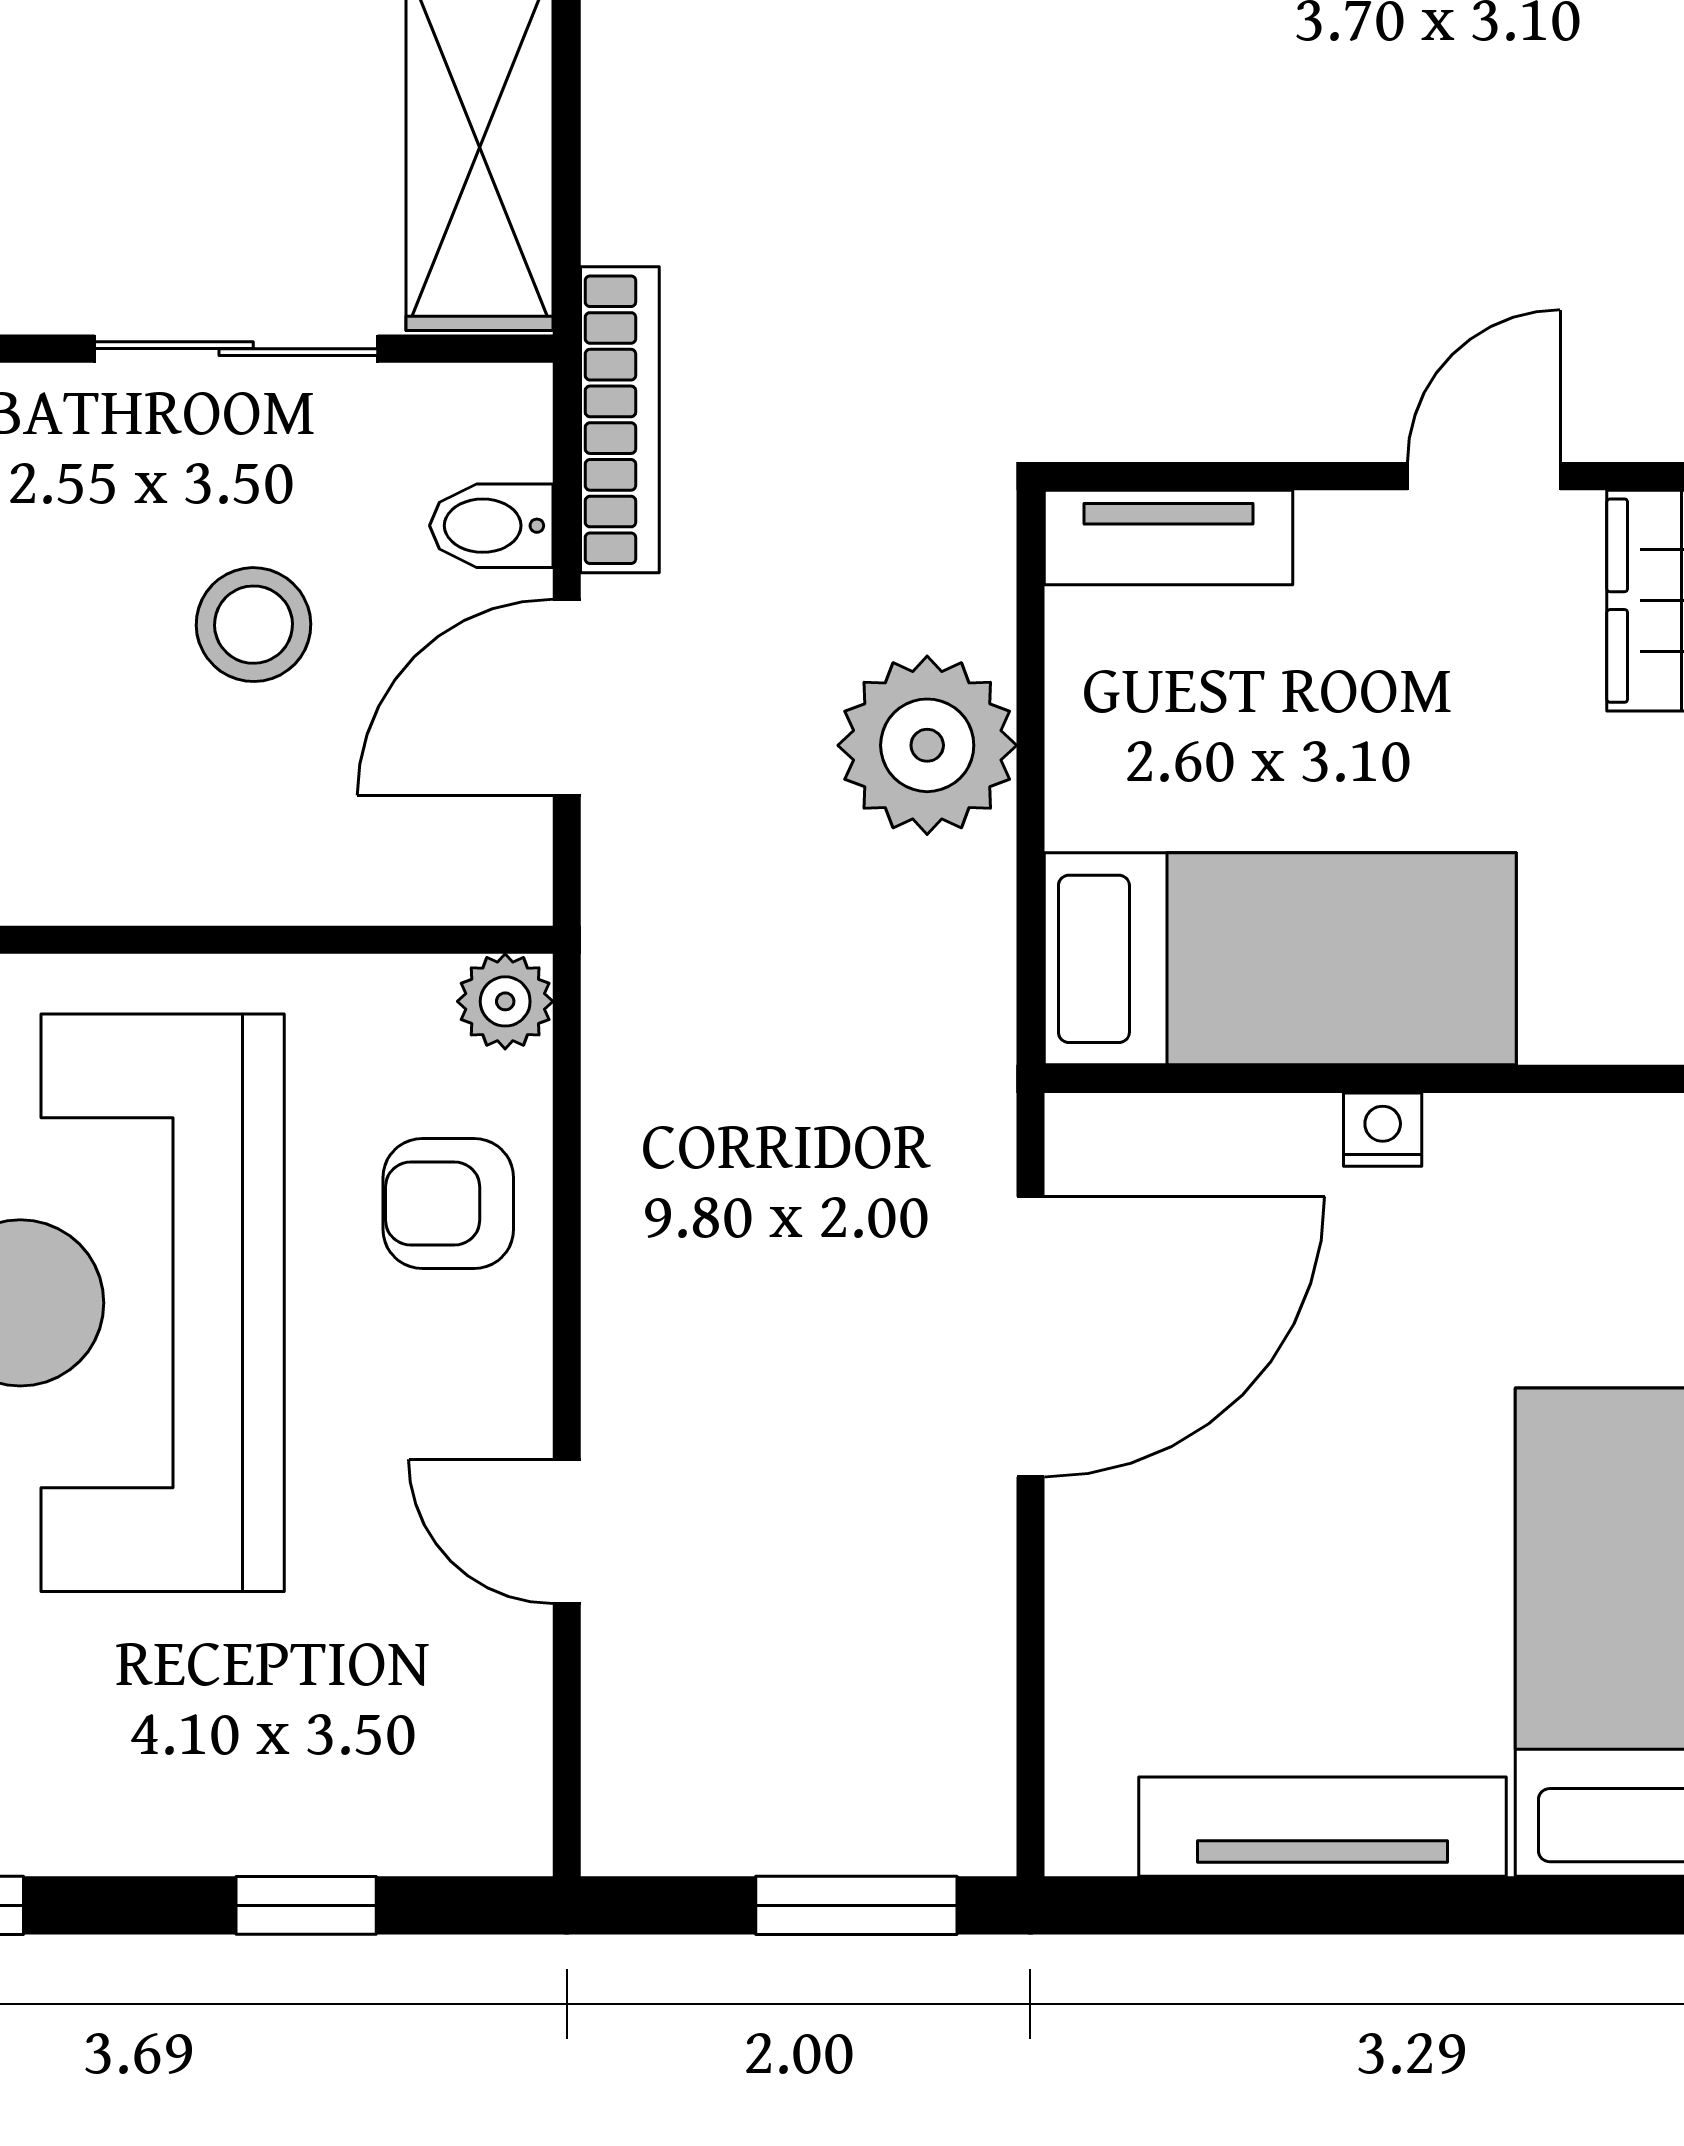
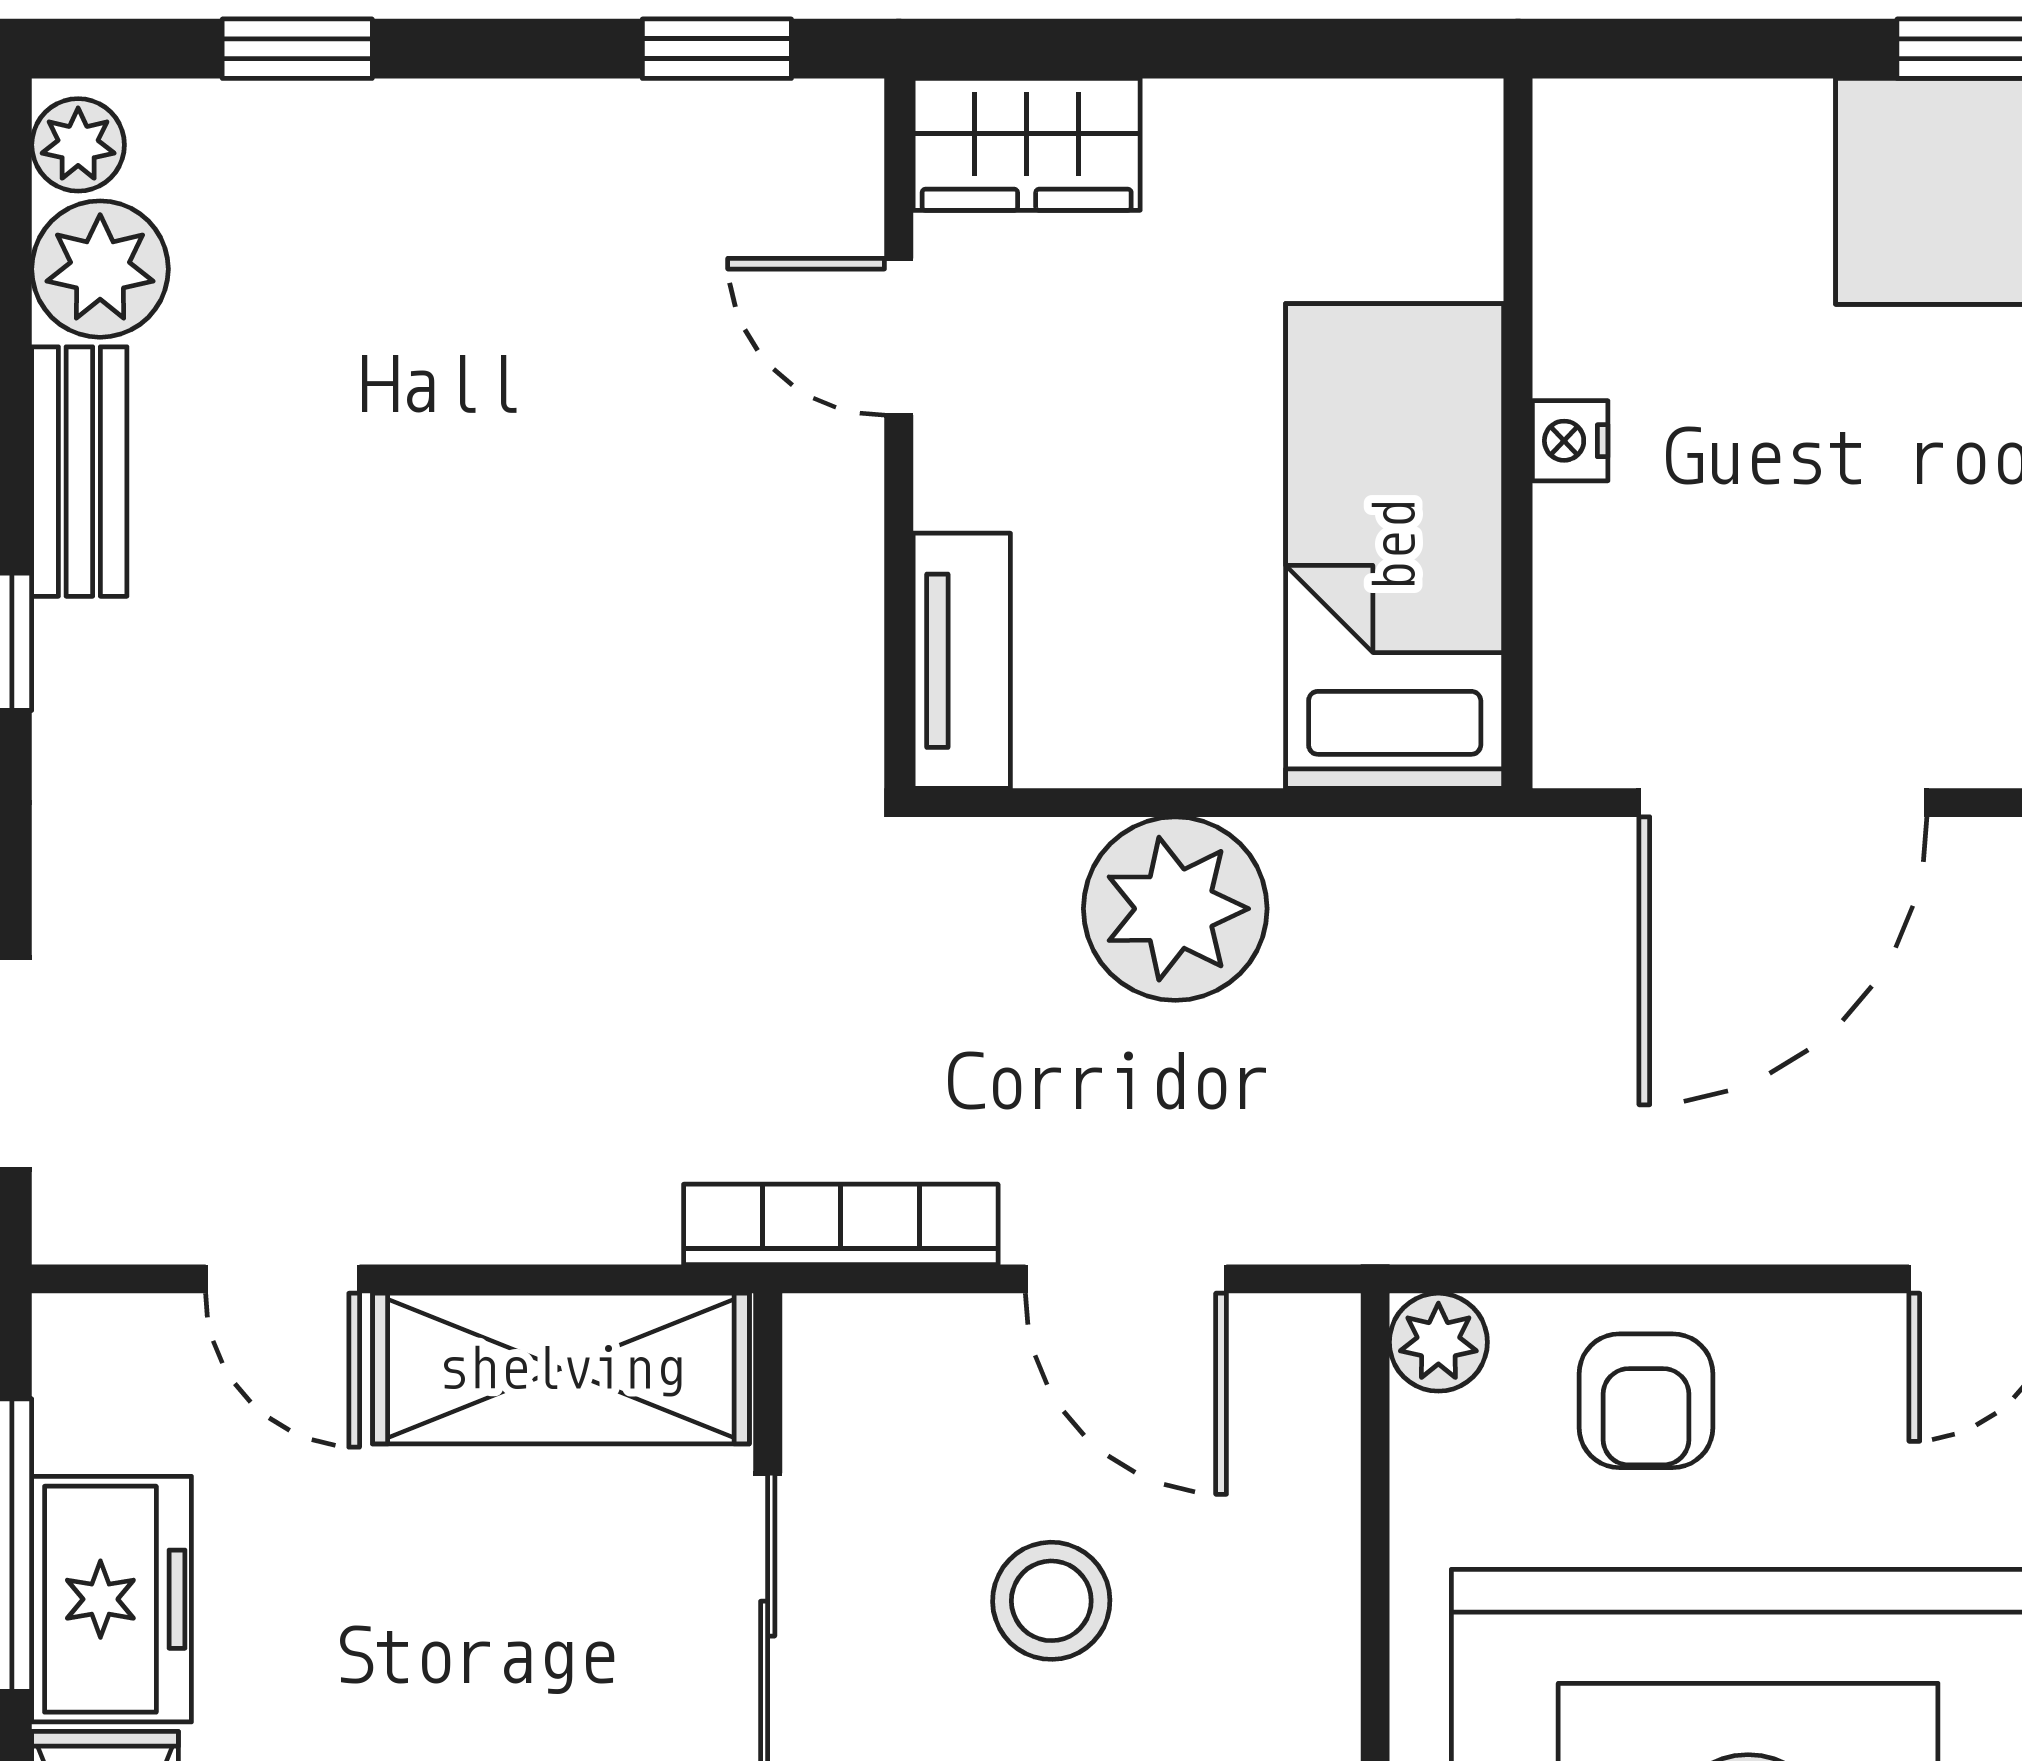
bidet: (491, 526) -> (950, 1356), removed
door: (1030, 1337) -> (1783, 803), swing flipped

